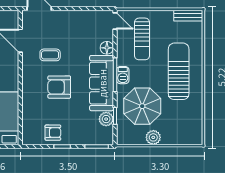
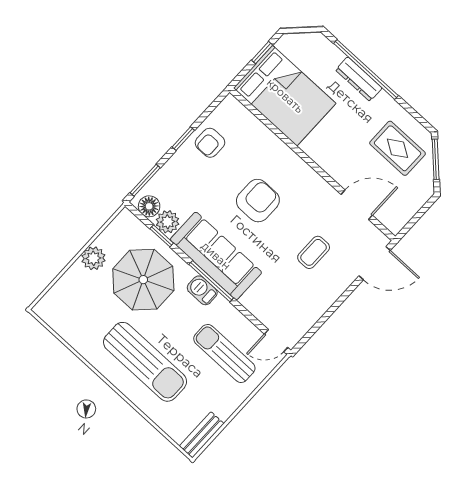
floor lamp: (107, 48) -> (149, 206), moved
coffee table: (50, 55) -> (314, 252), moved

